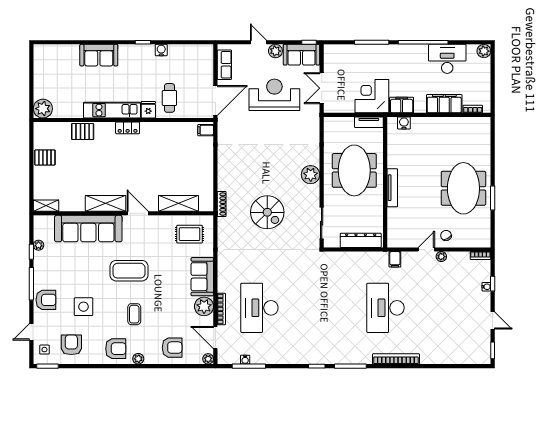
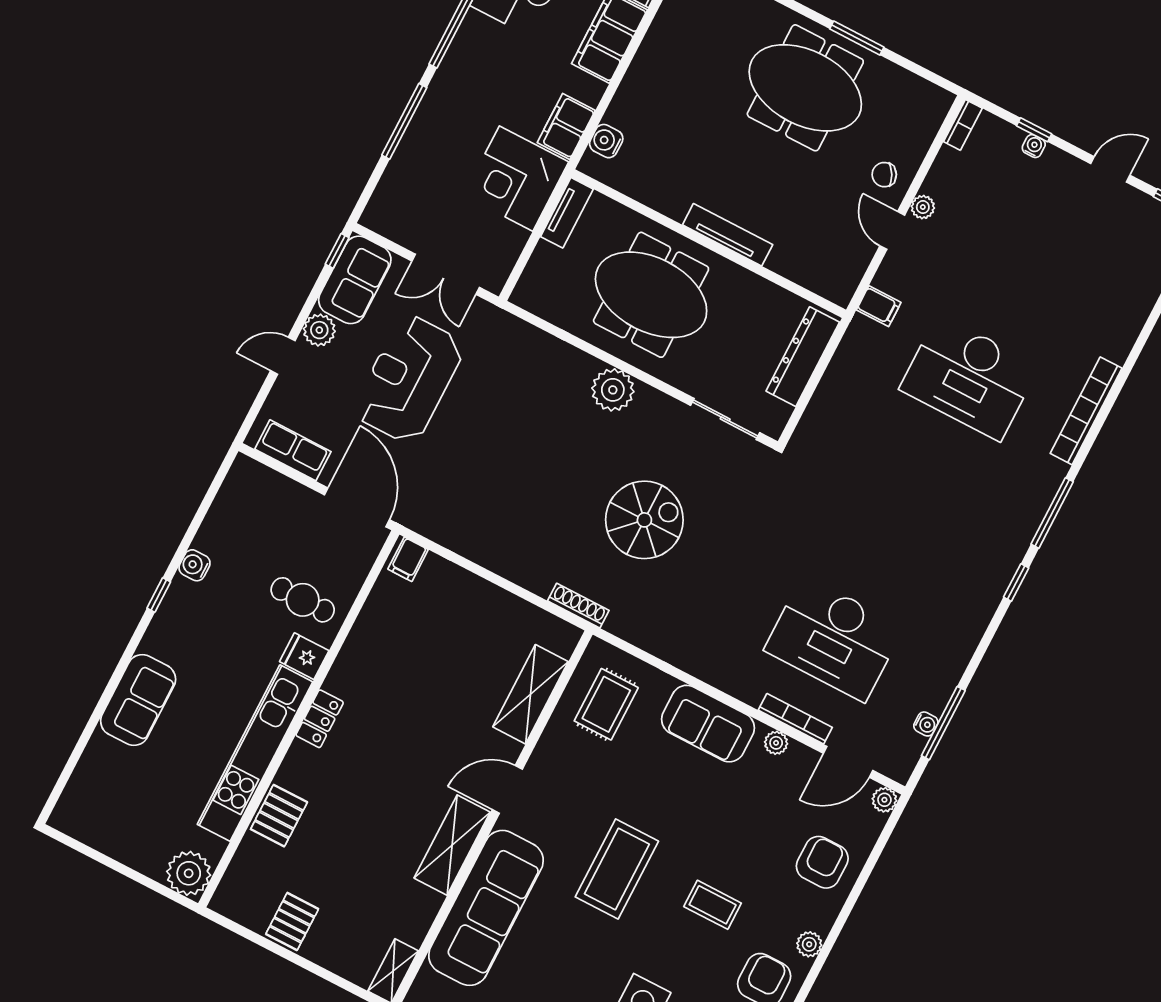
kitchen unit: (112, 110) -> (255, 753), width x1.36
plant: (204, 306) -> (776, 743), width x0.53, depth x0.53

